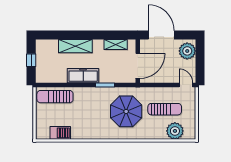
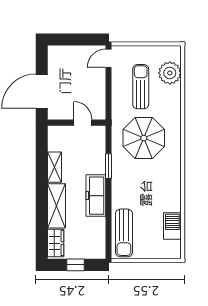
wardrobe: (47, 45) -> (56, 243), added
shelving: (116, 45) -> (55, 167), moved
plant: (187, 51) -> (63, 57), removed
door: (138, 66) -> (83, 123), width x0.53

